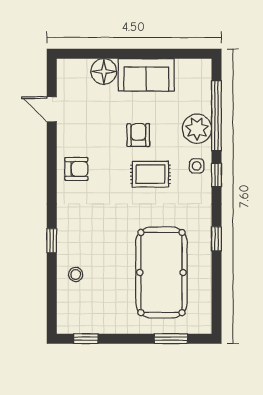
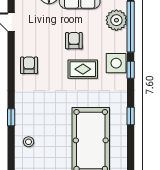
plant: (197, 129) -> (116, 20), moved
side table: (197, 166) -> (116, 63), width x1.87, depth x1.87
armchair: (76, 169) -> (29, 65), turned -90

